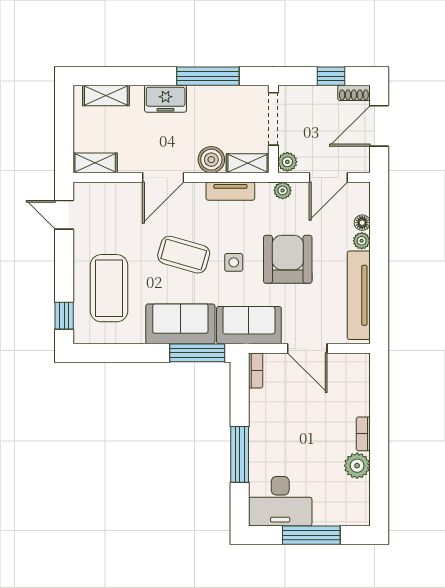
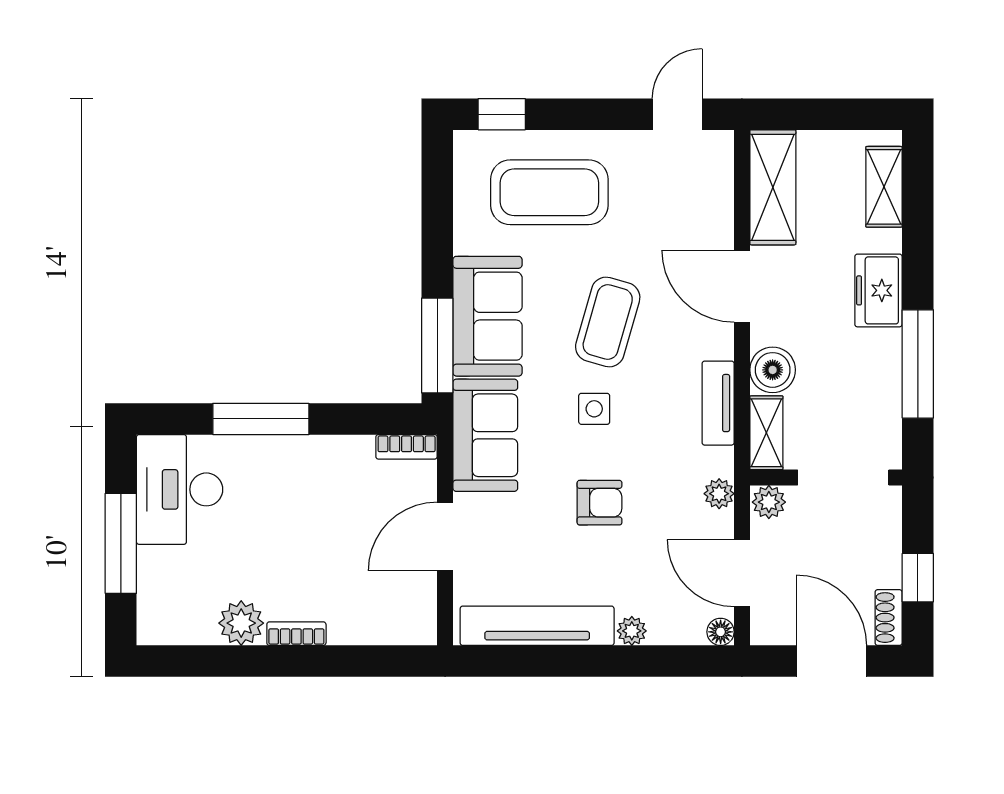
shelving: (95, 163) -> (773, 187), width x1.50, depth x1.33
floor lamp: (362, 223) -> (721, 632), moved
armchair: (288, 259) -> (599, 503), width x0.53, depth x0.53

